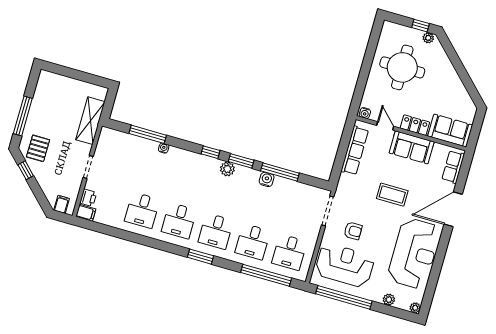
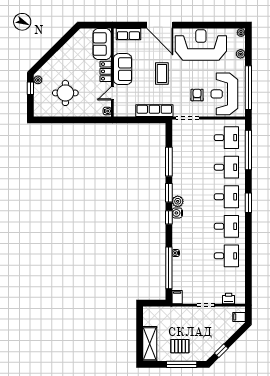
round table: (402, 67) -> (65, 93), width x0.73, depth x0.73
shelving: (90, 121) -> (150, 344), moved, turned 90
window: (148, 134) -> (169, 268), width x1.46
pallet: (38, 148) -> (180, 346), moved
row of seats: (355, 150) -> (154, 111), moved
water cooler: (267, 179) -> (177, 213), moved
filing cabinet: (86, 213) -> (177, 297), moved

